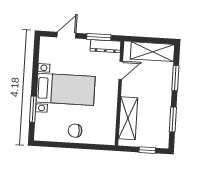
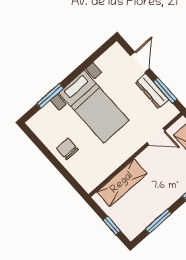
door: (66, 35) -> (140, 62), hinge flipped
dresser: (105, 46) -> (152, 91), moved

